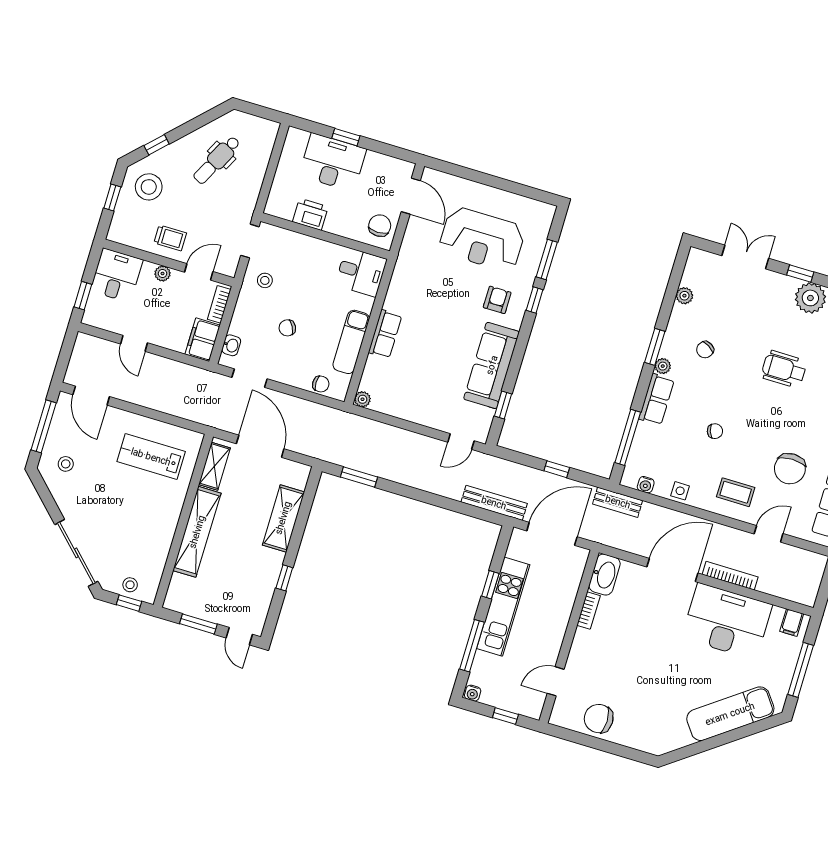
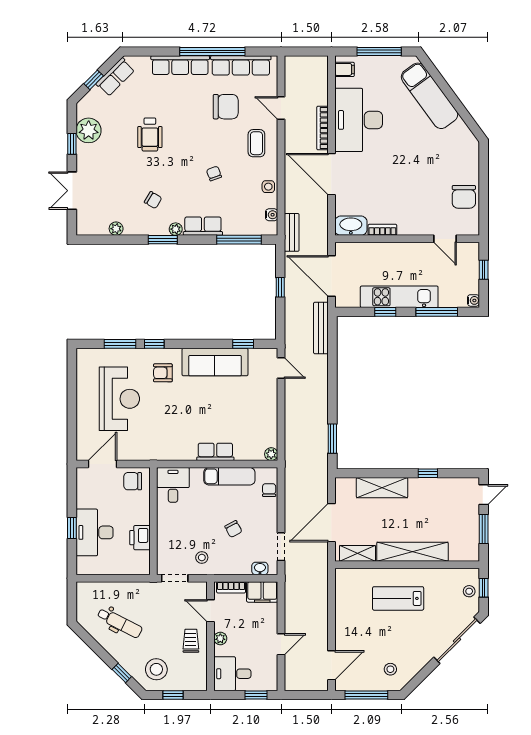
lab bench: (151, 457) -> (398, 598), moved, turned 90

